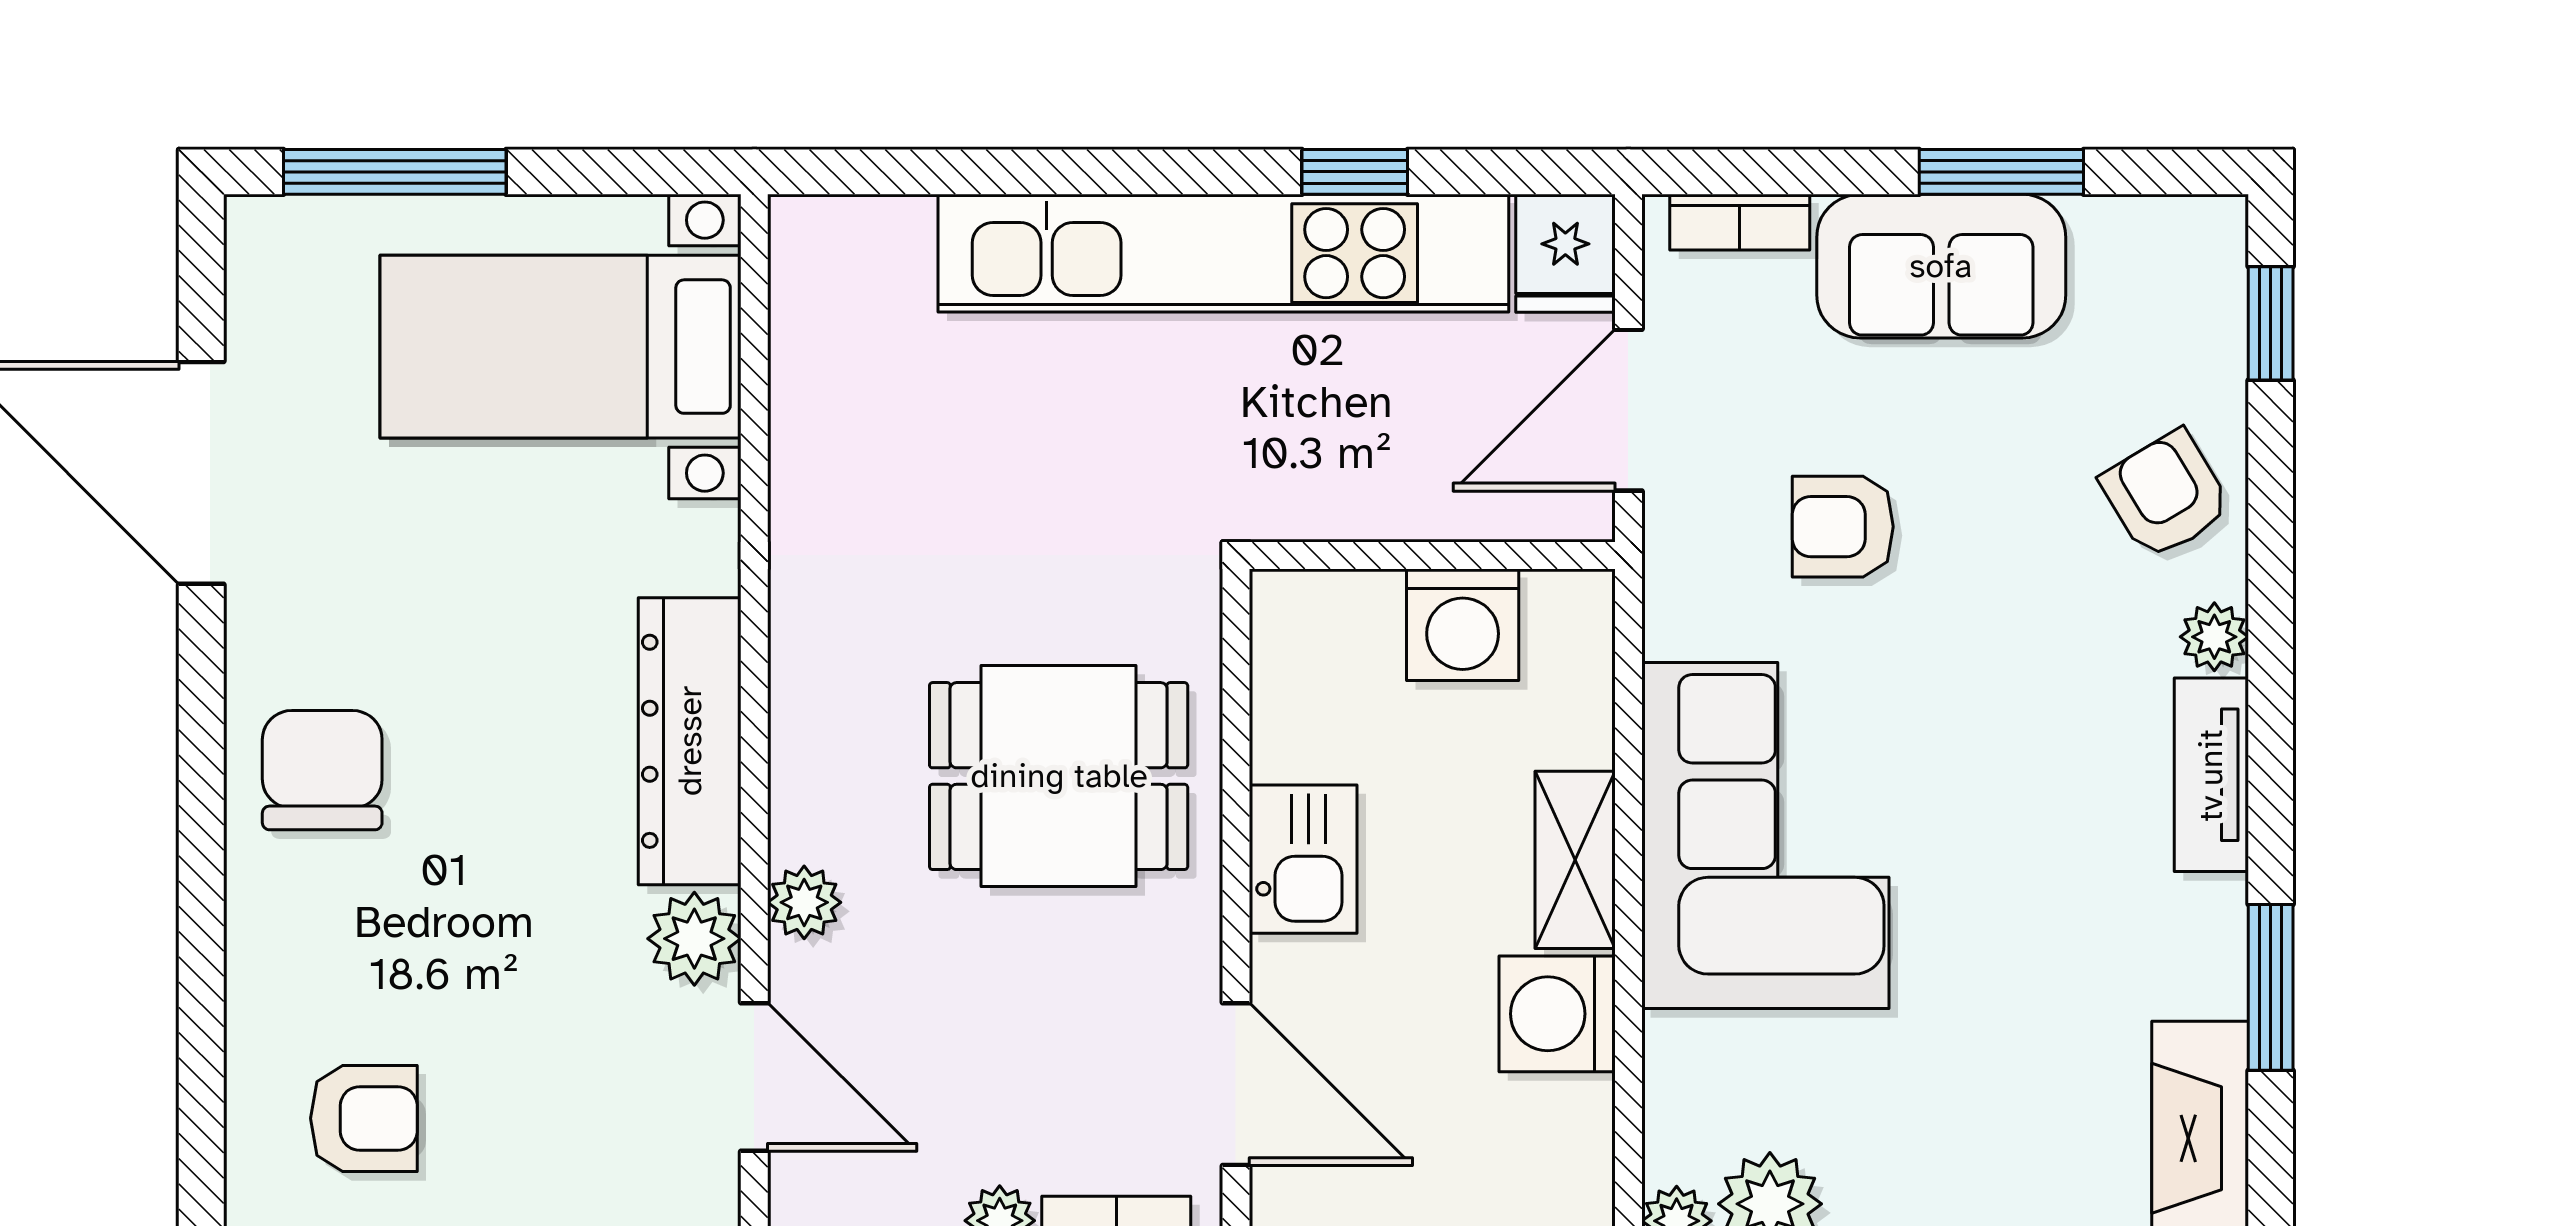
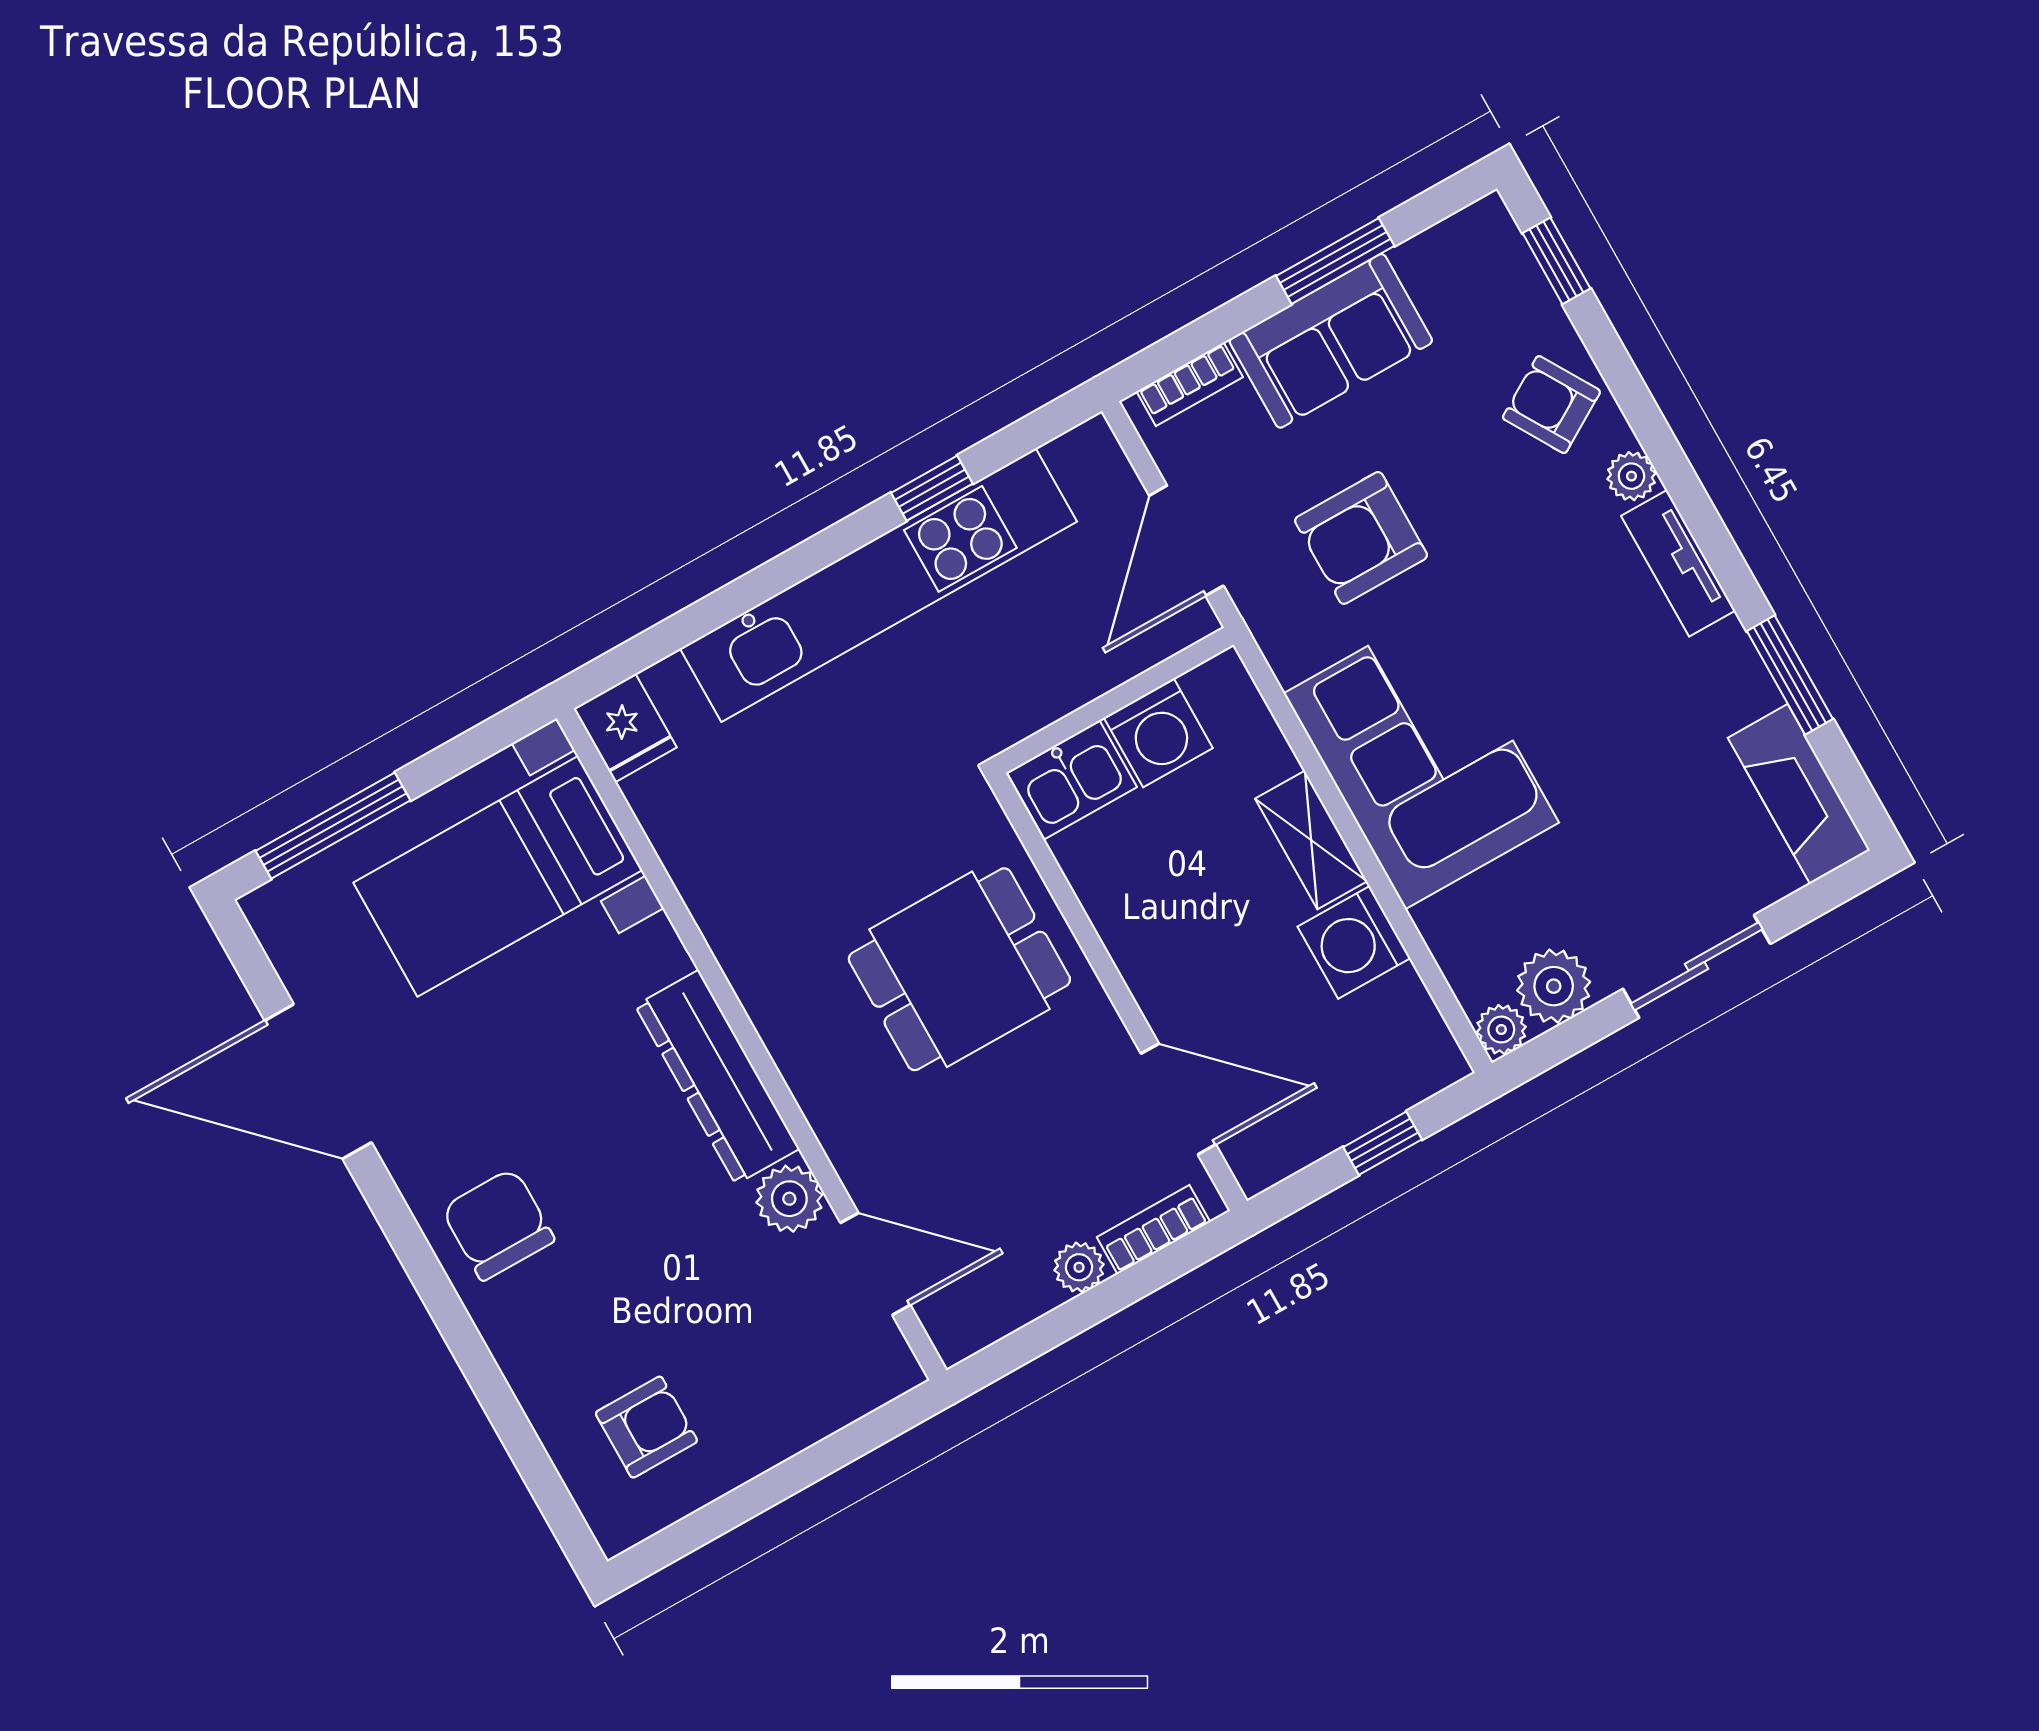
fridge: (1565, 253) -> (625, 728), moved
armchair: (1843, 527) -> (1361, 538), width x1.38, depth x1.38
kitchen sink: (1303, 859) -> (1072, 780), moved, turned 90
plant: (804, 902) -> (845, 1137), removed

